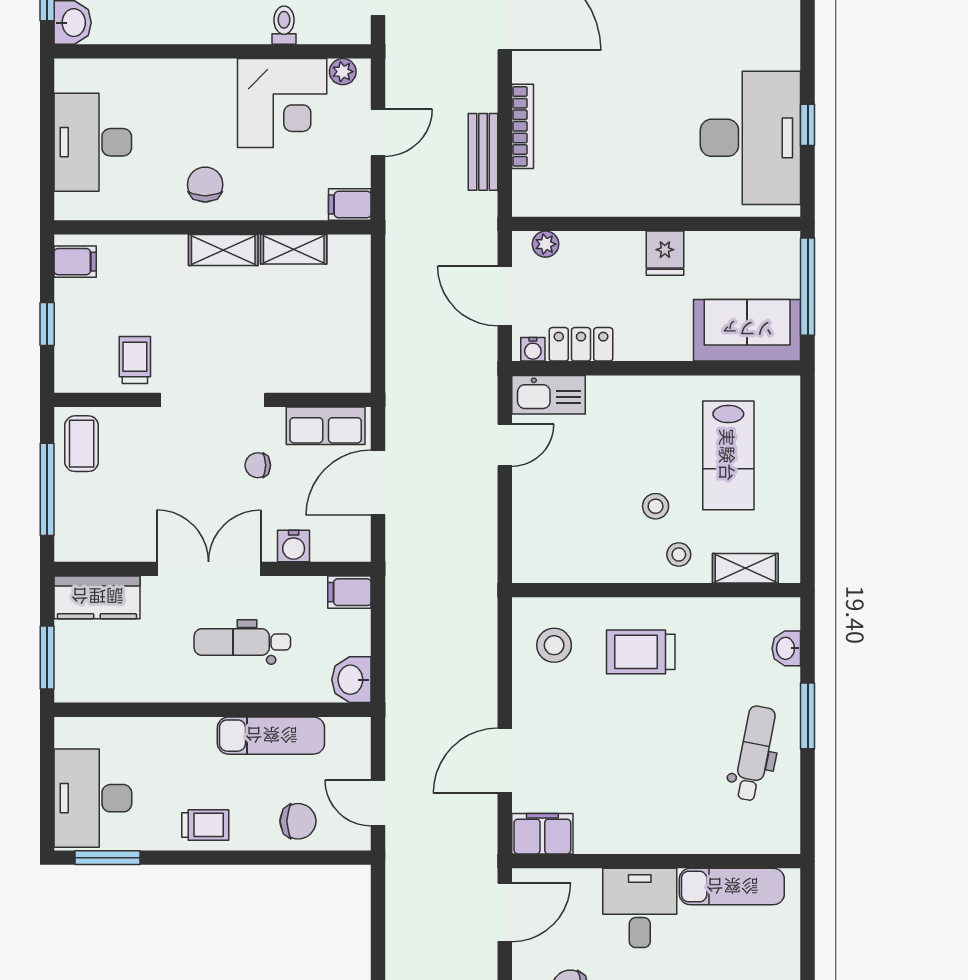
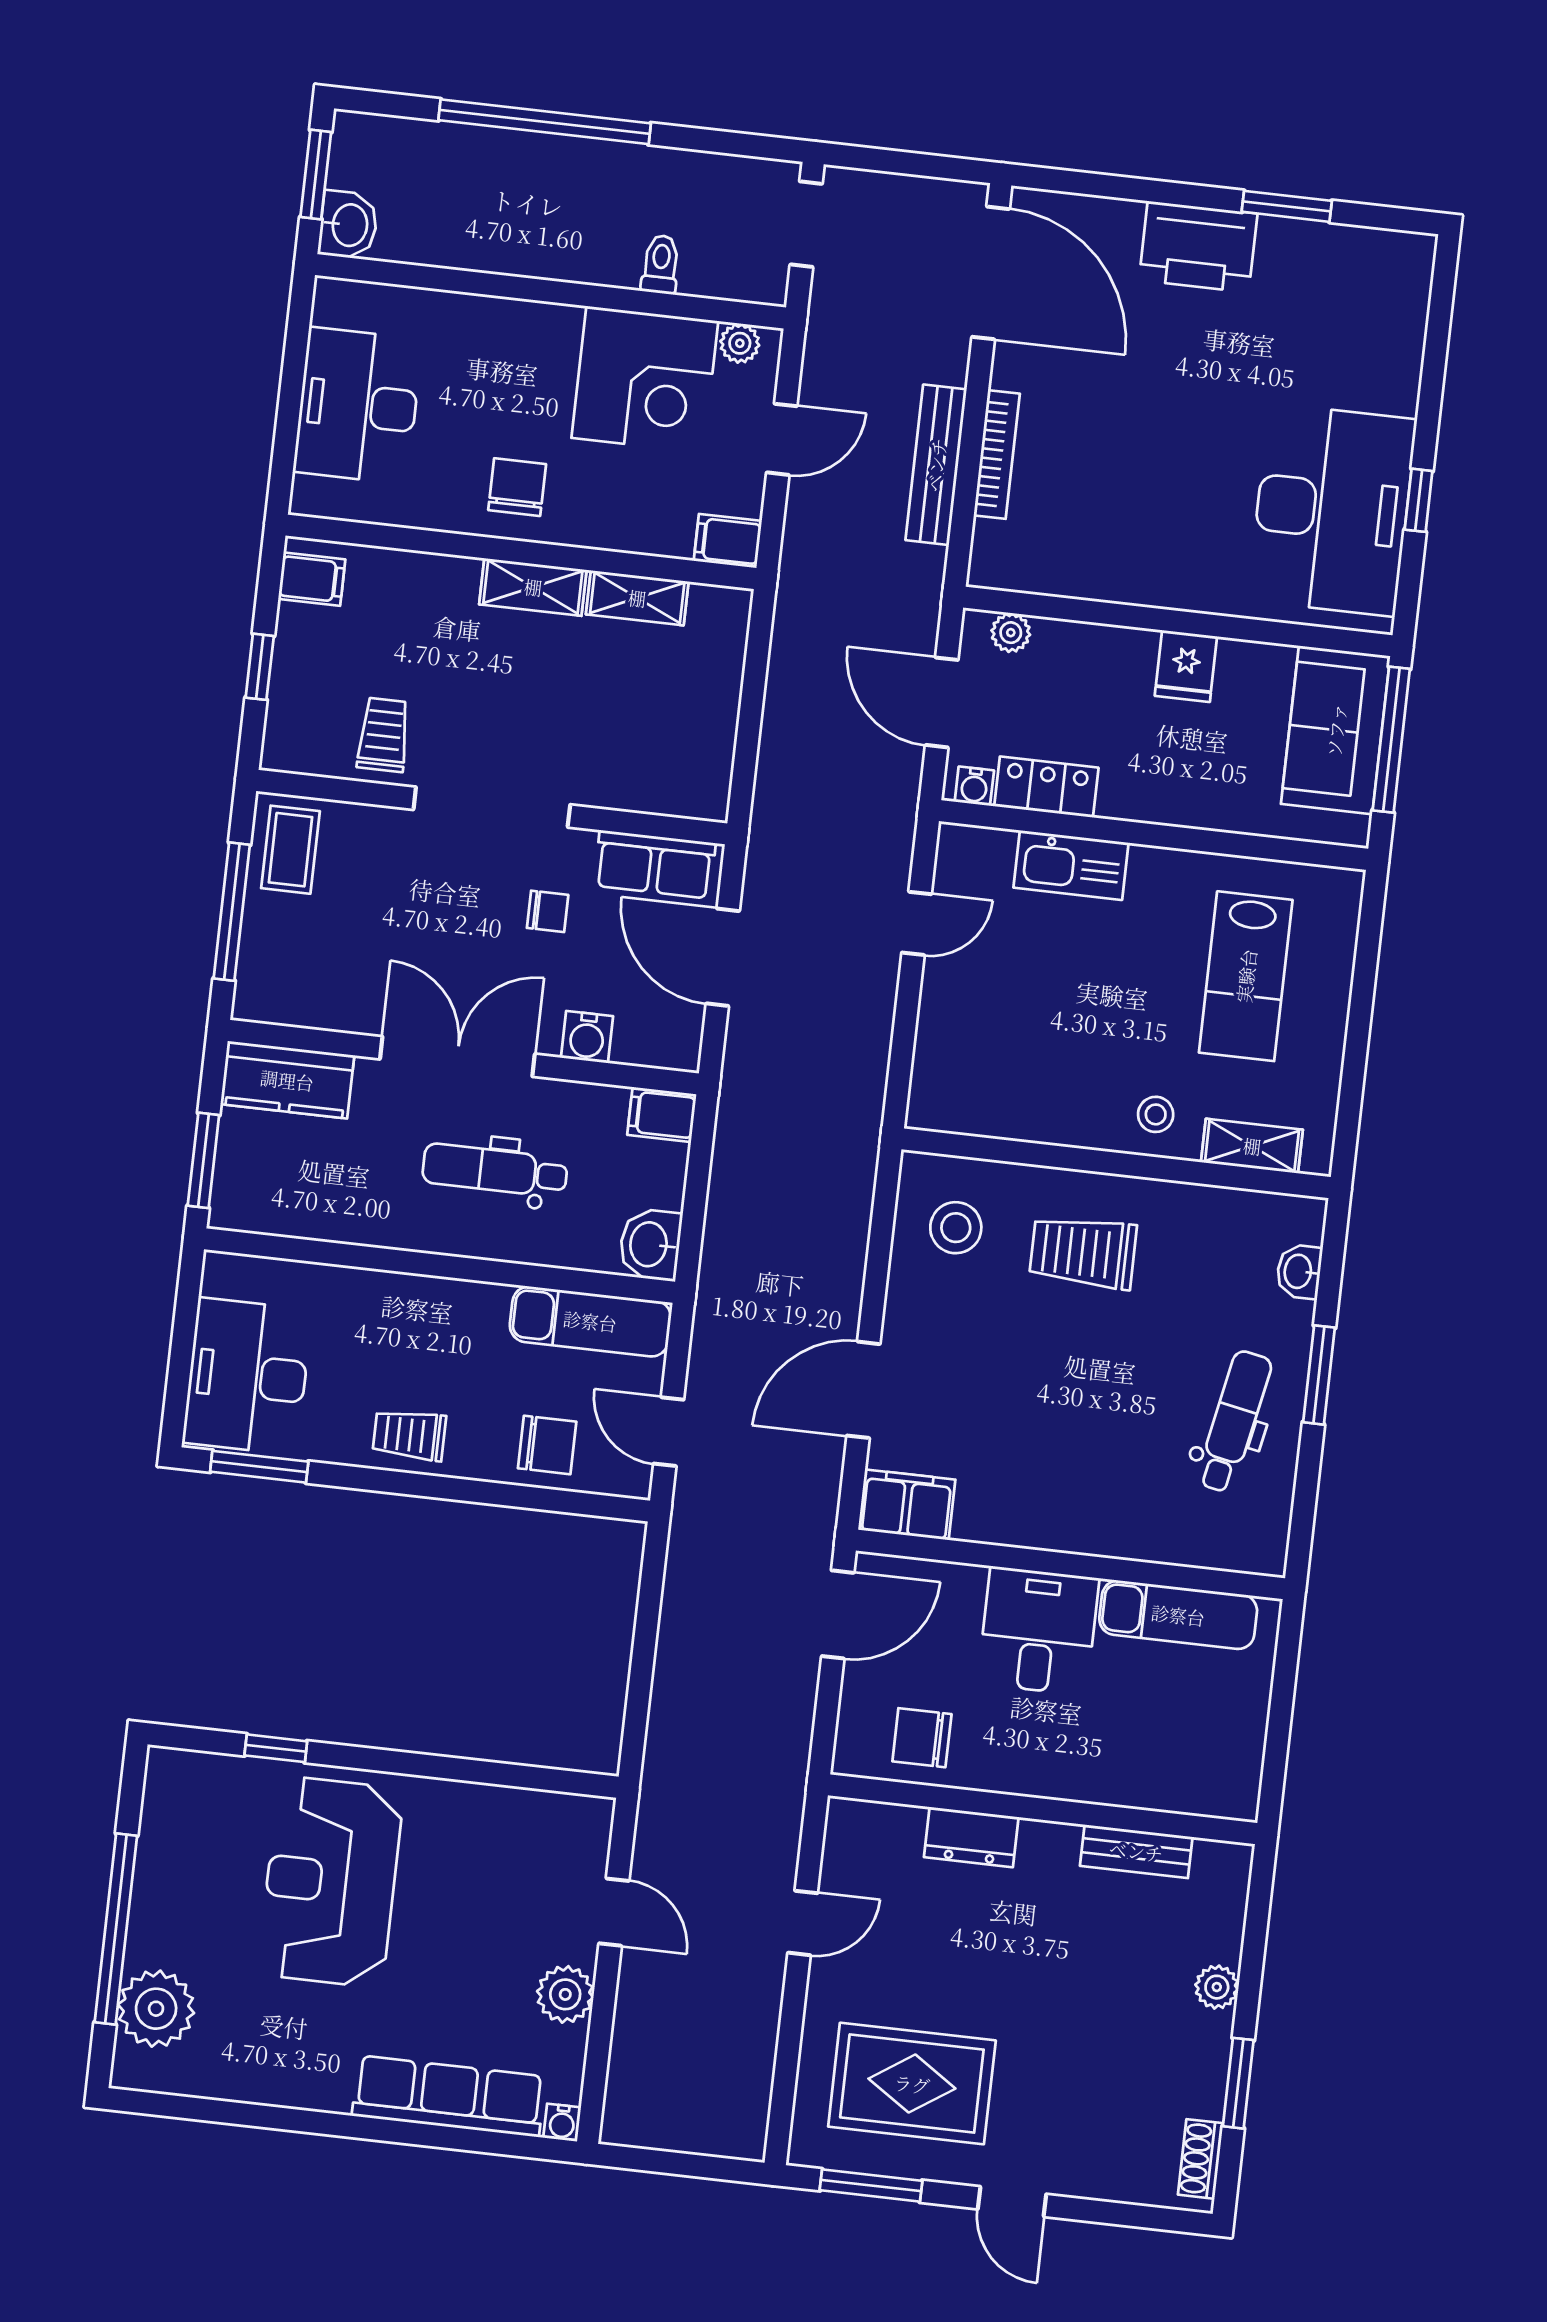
bench: (483, 152) -> (936, 465), width x1.36
sofa: (747, 330) -> (1336, 730), moved, turned -90
kitchen sink: (549, 395) -> (1071, 865), moved
chair: (258, 465) -> (548, 911), turned 180
door: (378, 483) -> (723, 957), hinge flipped
stool: (656, 506) -> (1129, 1039), removed
exam couch: (271, 736) -> (590, 1321), moved
trolley: (205, 825) -> (409, 1435), turned 180

